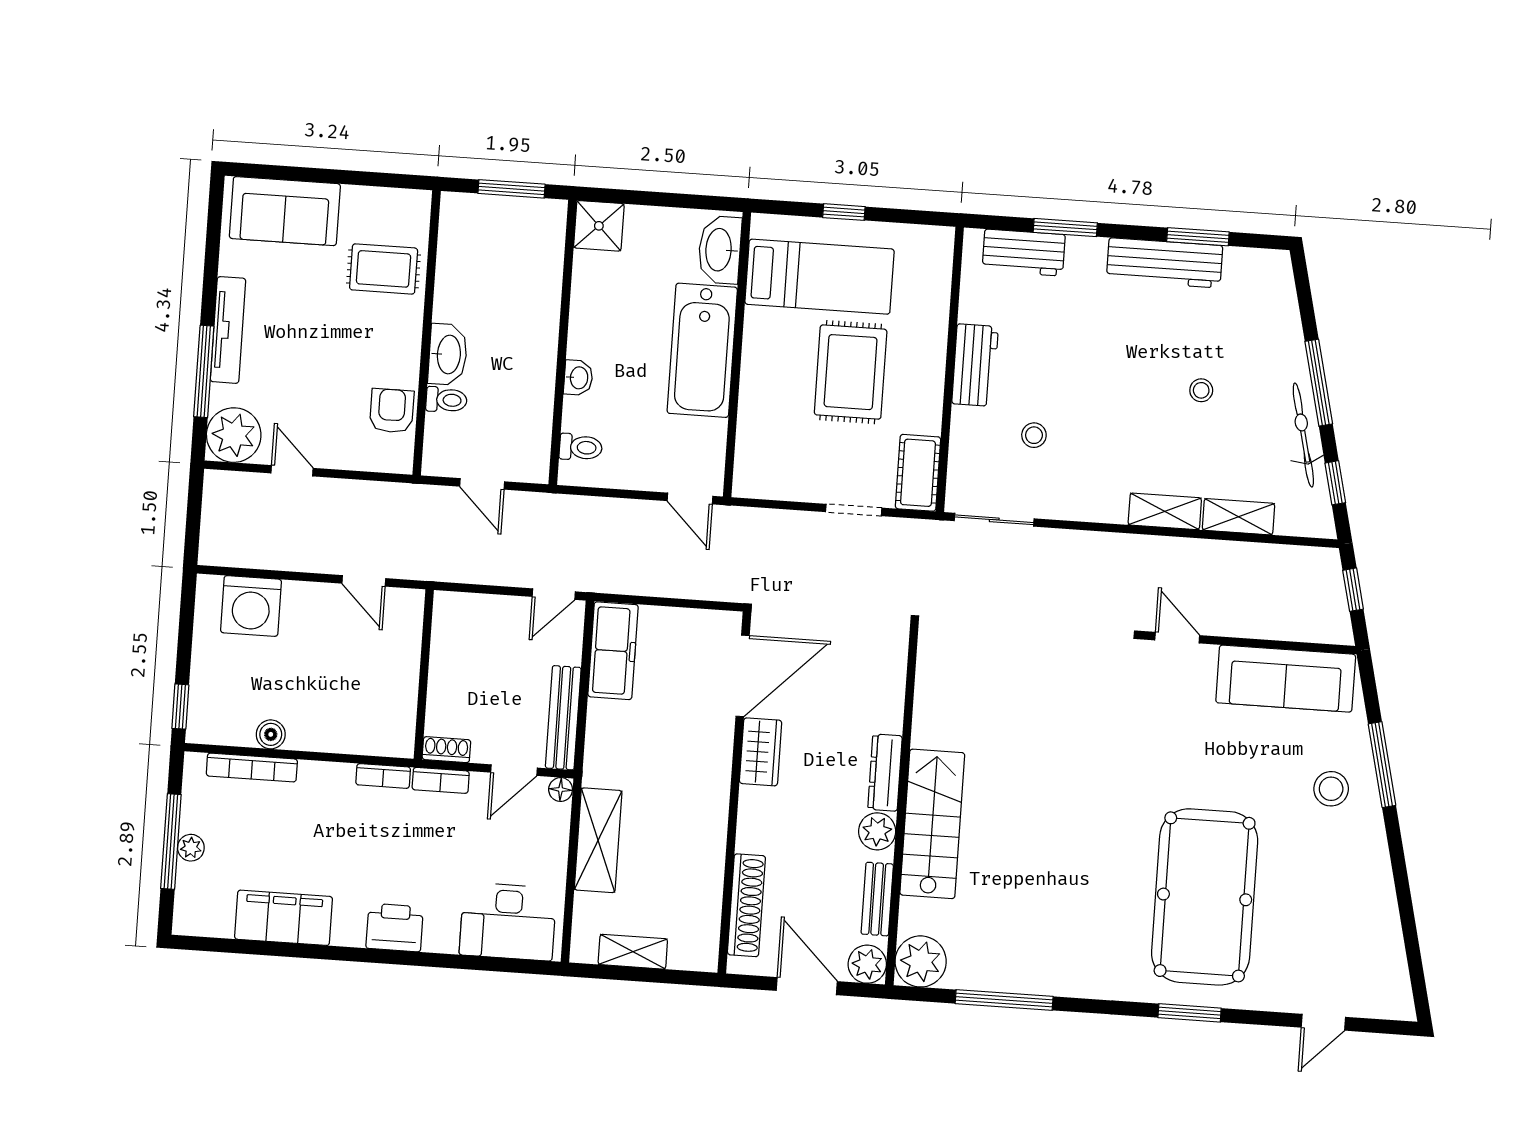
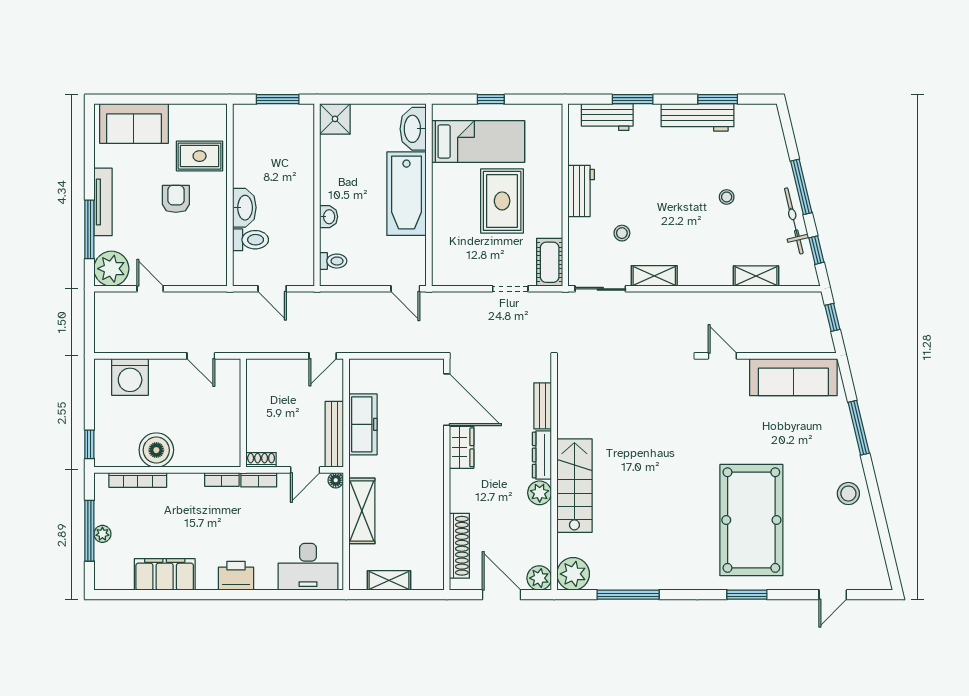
toilet: (446, 400) -> (251, 240), width x1.37, depth x1.39
armchair: (392, 411) -> (176, 199), moved
shelving: (1165, 511) -> (654, 276), moved
freezer: (613, 651) -> (363, 424), moved
door: (743, 676) -> (447, 400), hinge flipped
boiler: (271, 734) -> (156, 450), width x1.86, depth x1.86
stool: (1331, 789) -> (848, 494), moved
bench: (877, 899) -> (543, 406), moved

